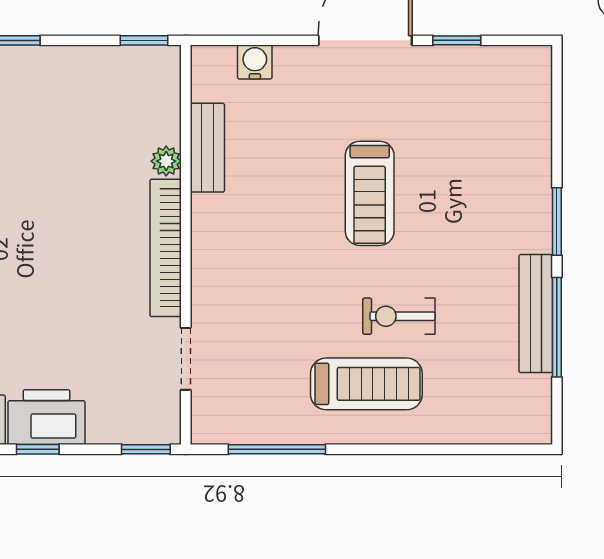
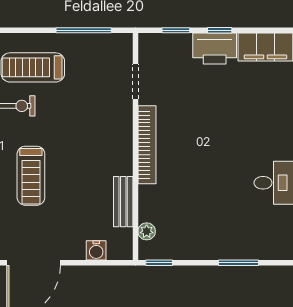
plant: (166, 161) -> (147, 231), moved
treadmill: (370, 193) -> (31, 176), turned 180
window: (146, 449) -> (176, 30), moved

